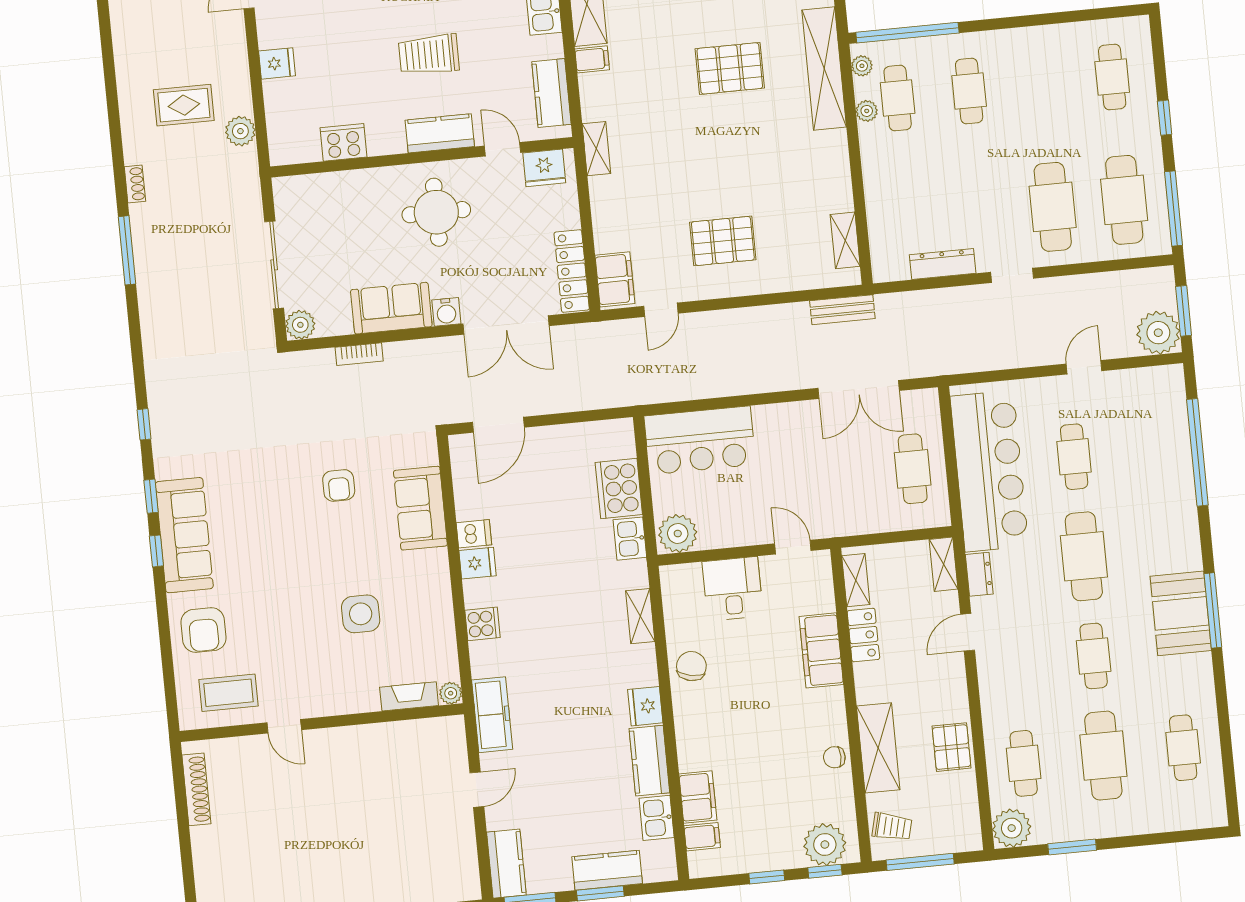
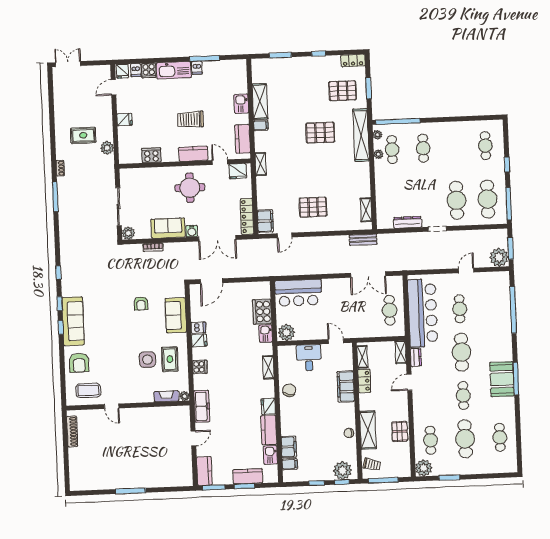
rug: (412, 610) -> (170, 359), added

